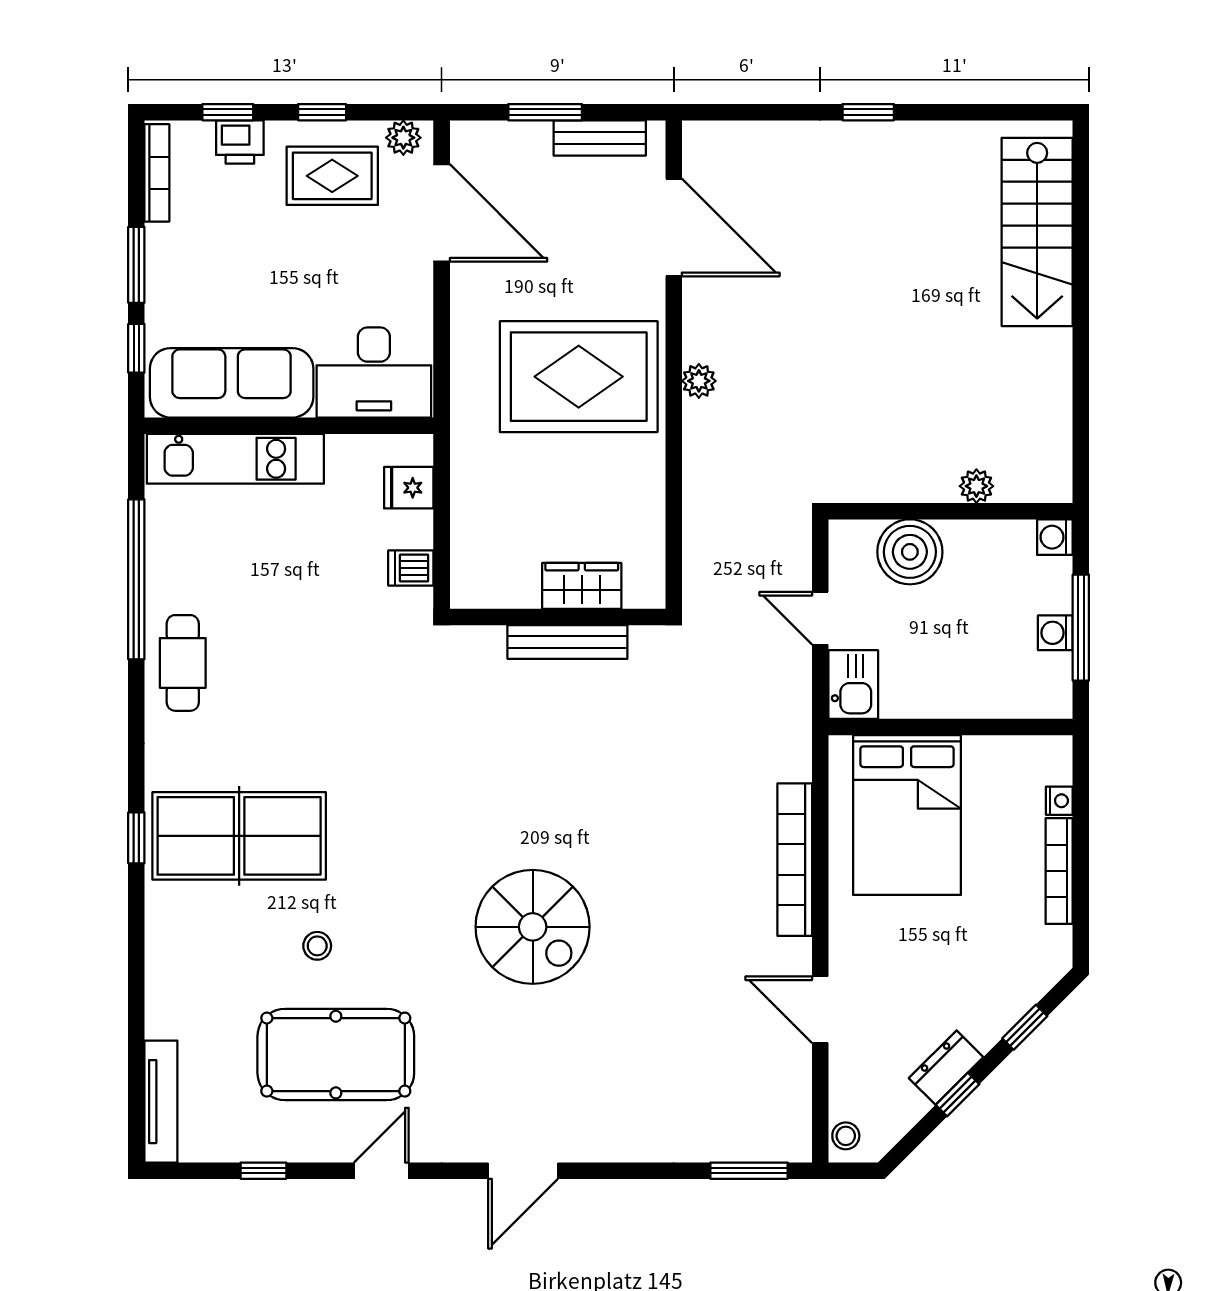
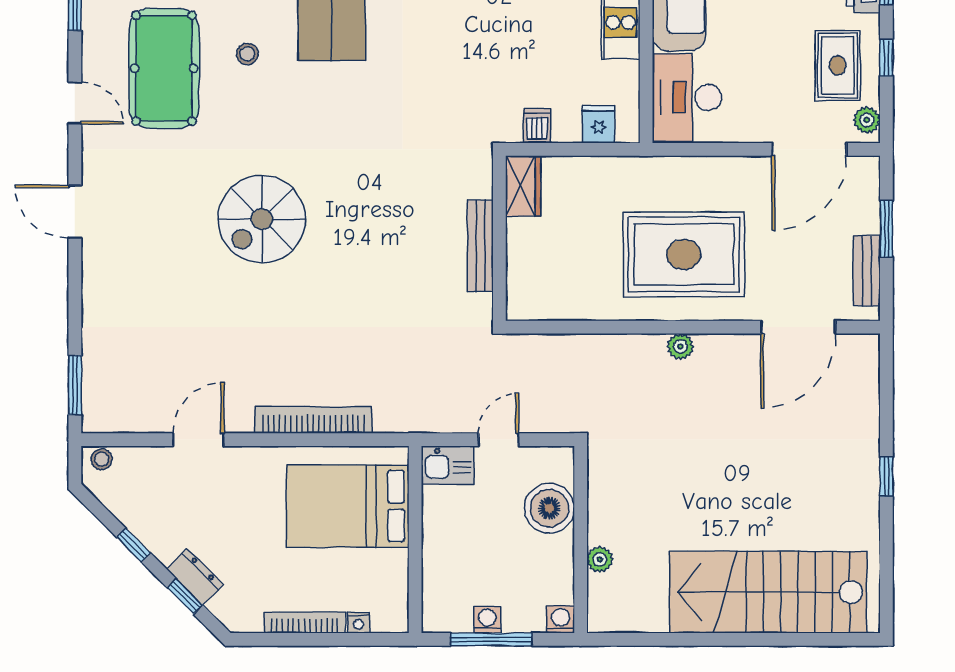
stairs: (1037, 232) -> (768, 592), width x1.36, depth x1.51
rug: (579, 377) -> (684, 254), turned 90
wardrobe: (582, 586) -> (523, 186), moved
dresser: (946, 1068) -> (195, 577), moved

